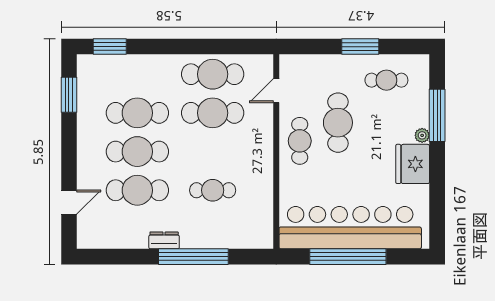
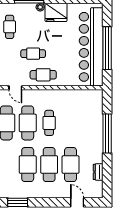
cafe table: (338, 123) -> (33, 54), width x0.73, depth x0.74
cafe table: (213, 190) -> (49, 123), moved
dresser: (164, 240) -> (98, 172), moved

